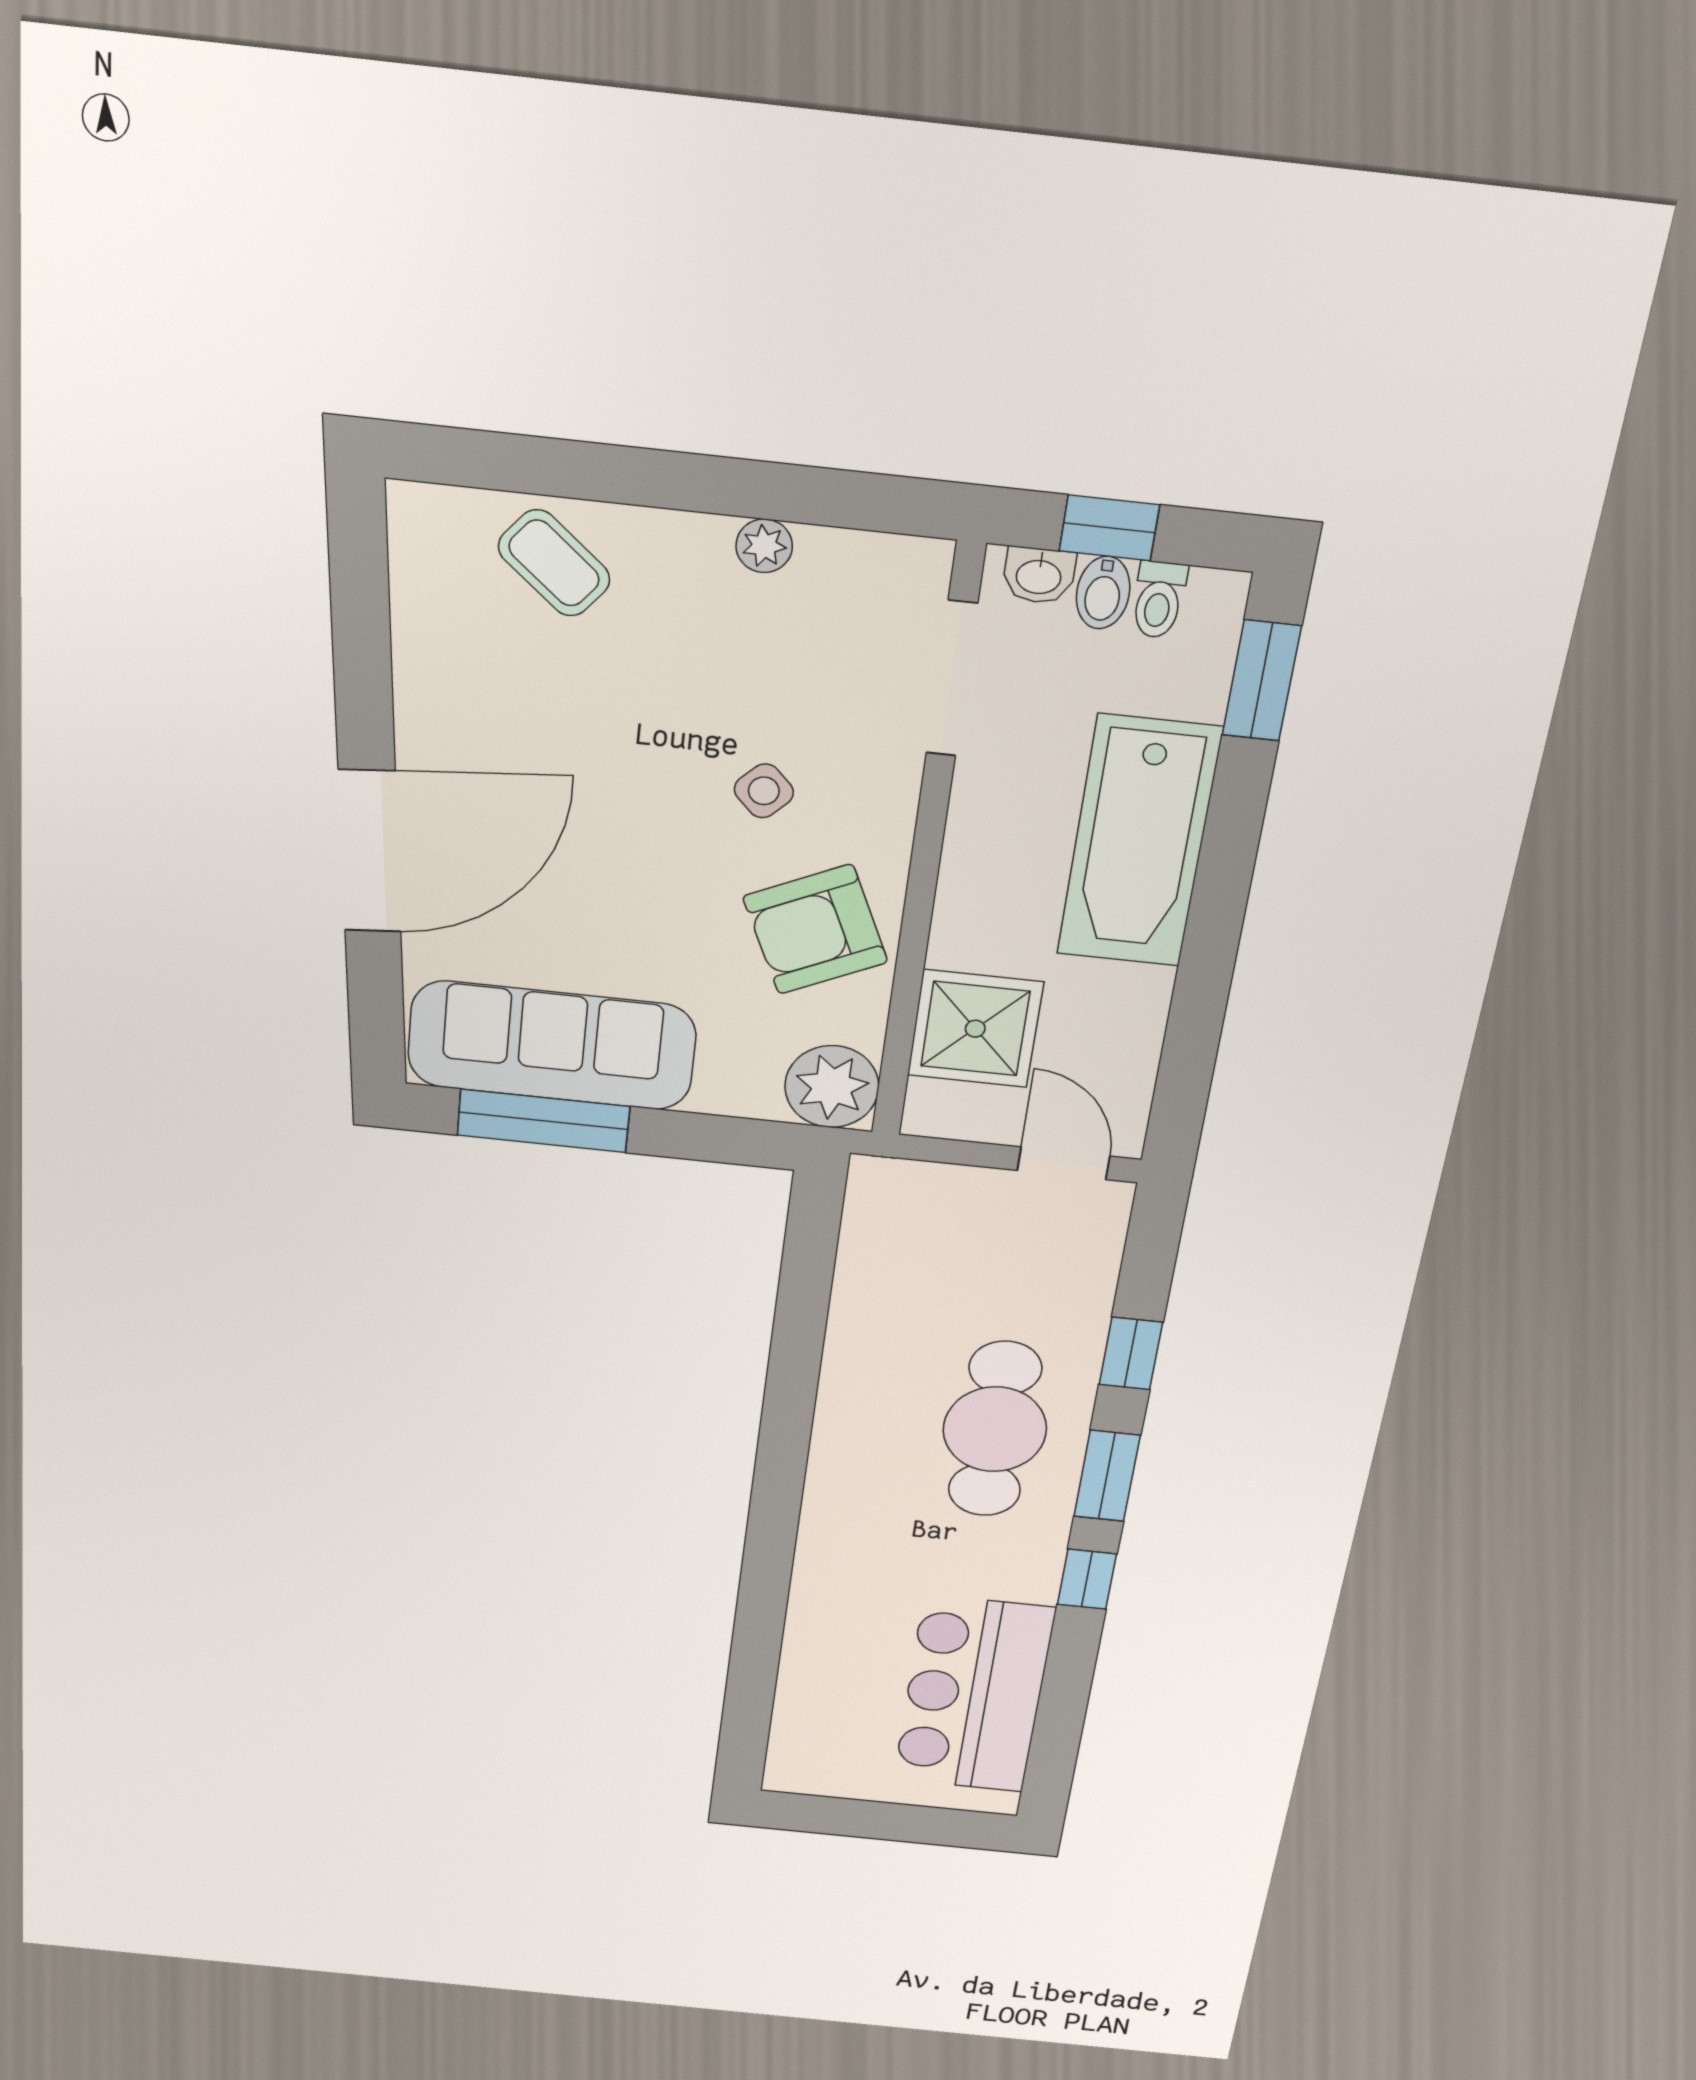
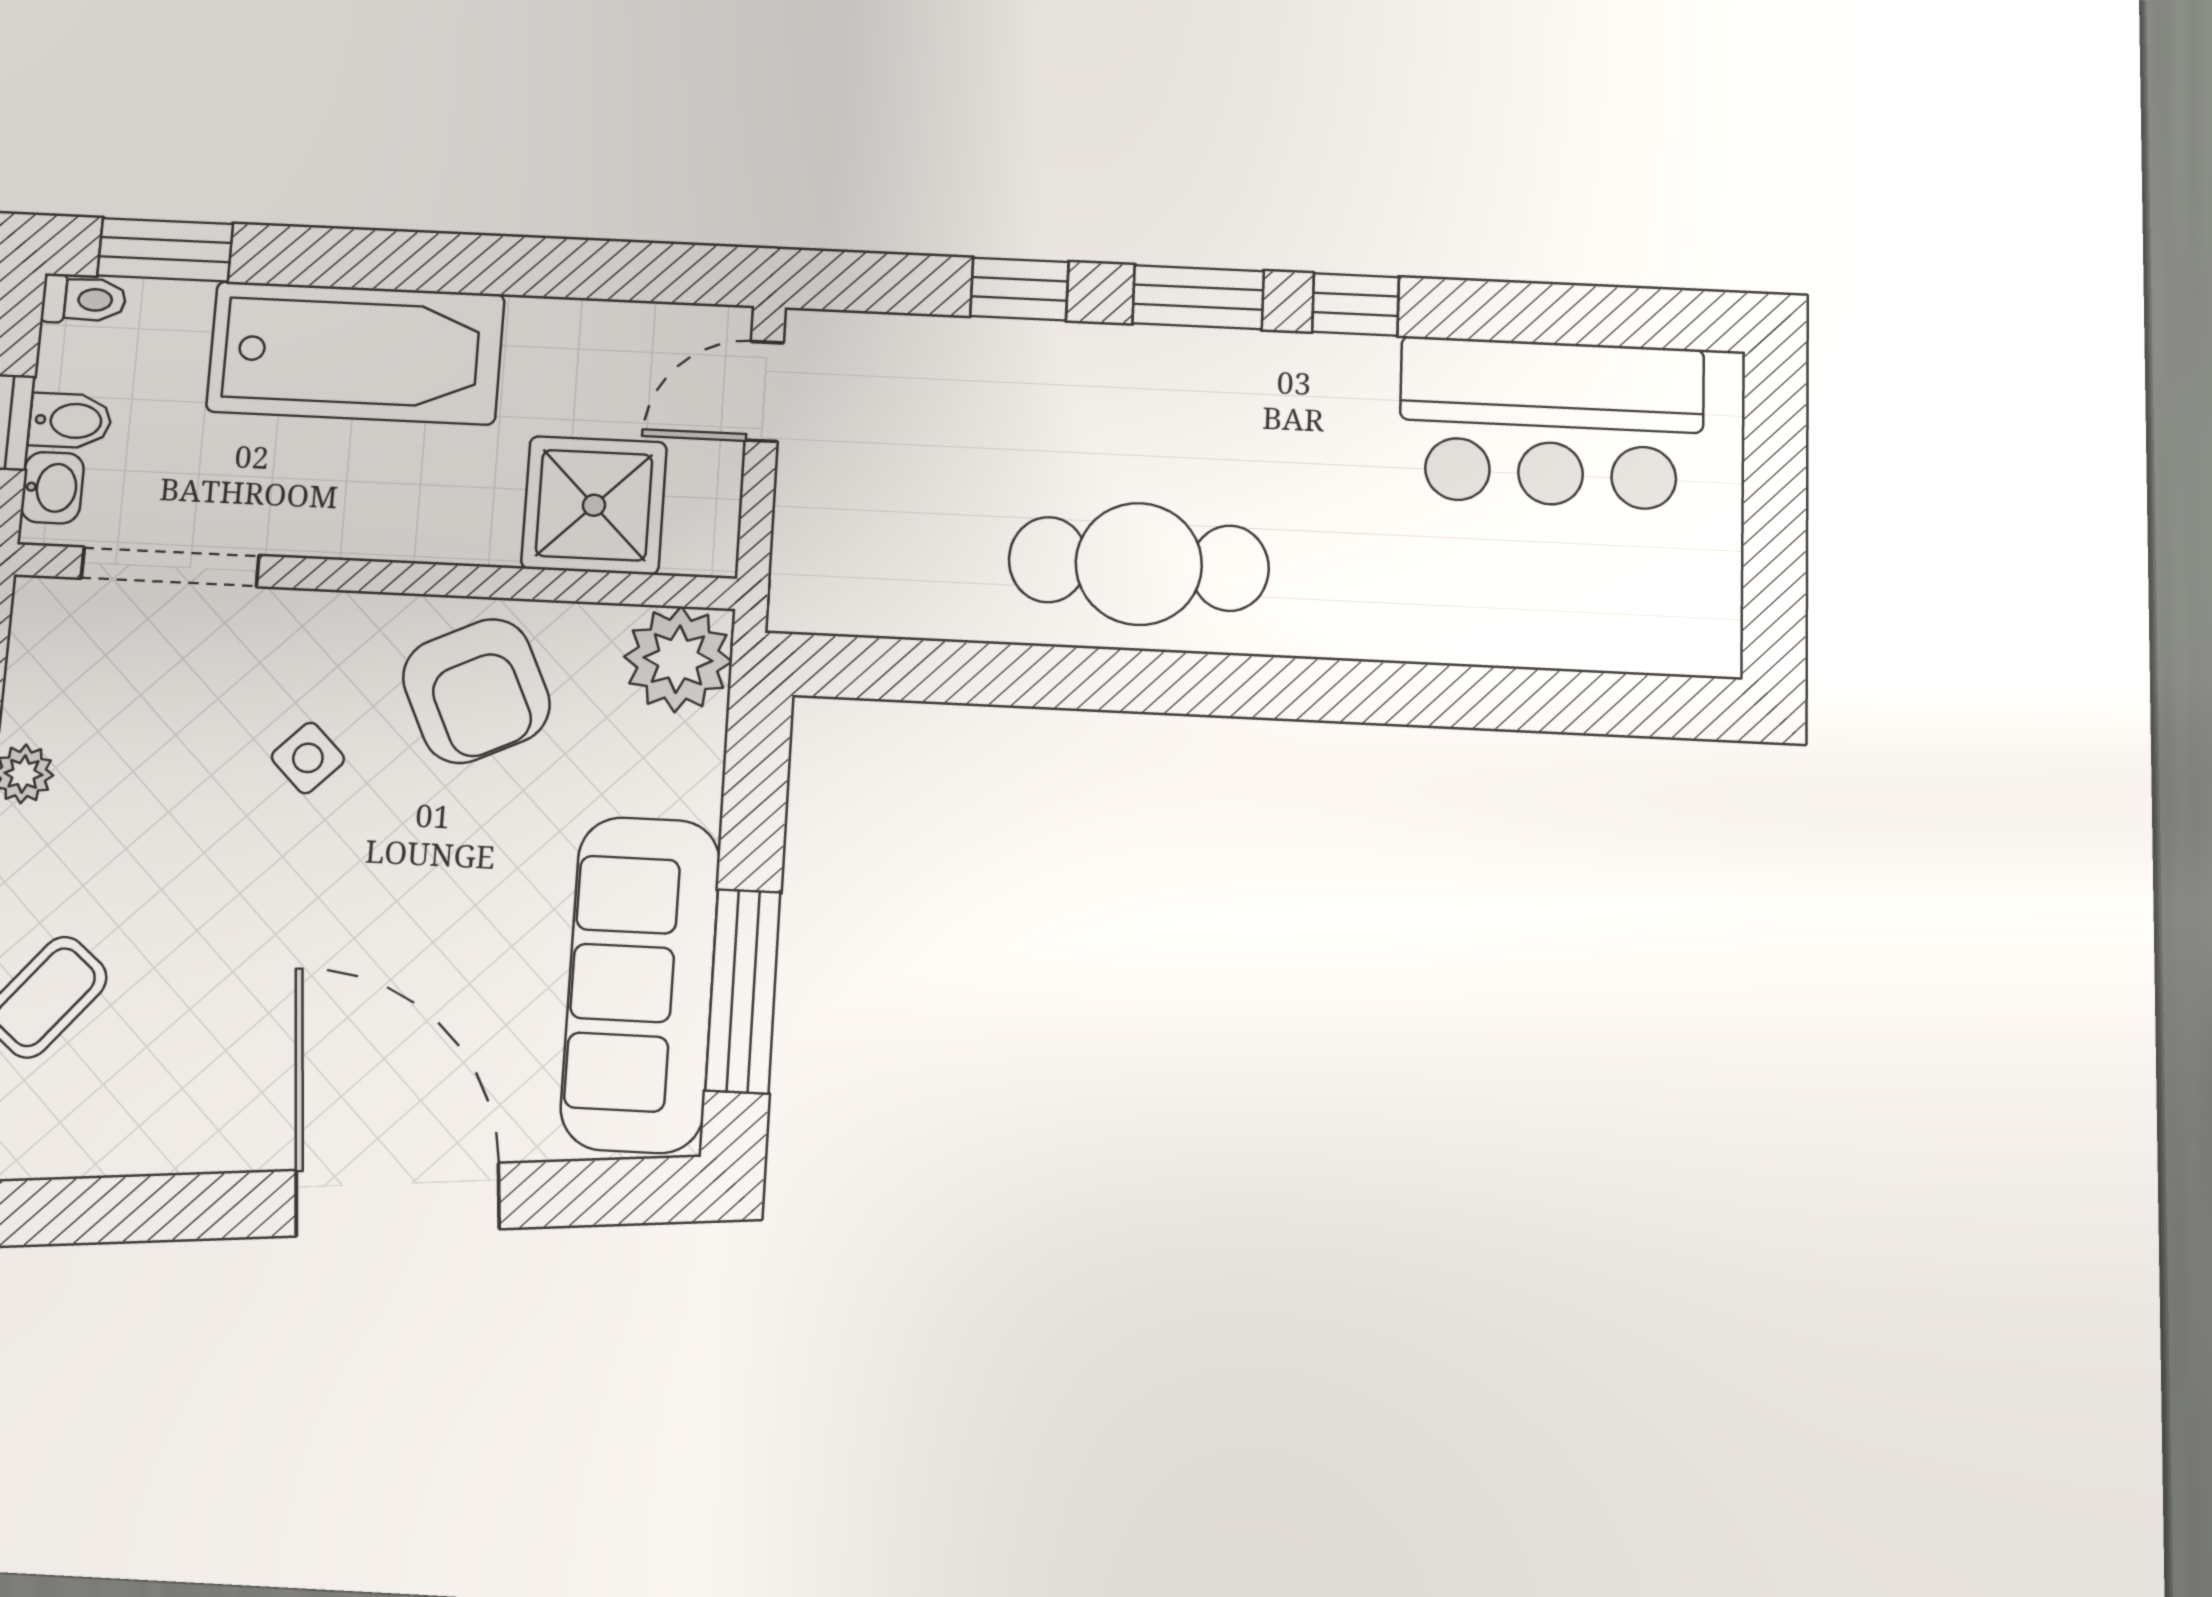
toilet: (1159, 600) -> (84, 299), moved
cafe table: (995, 1429) -> (1139, 564), moved

